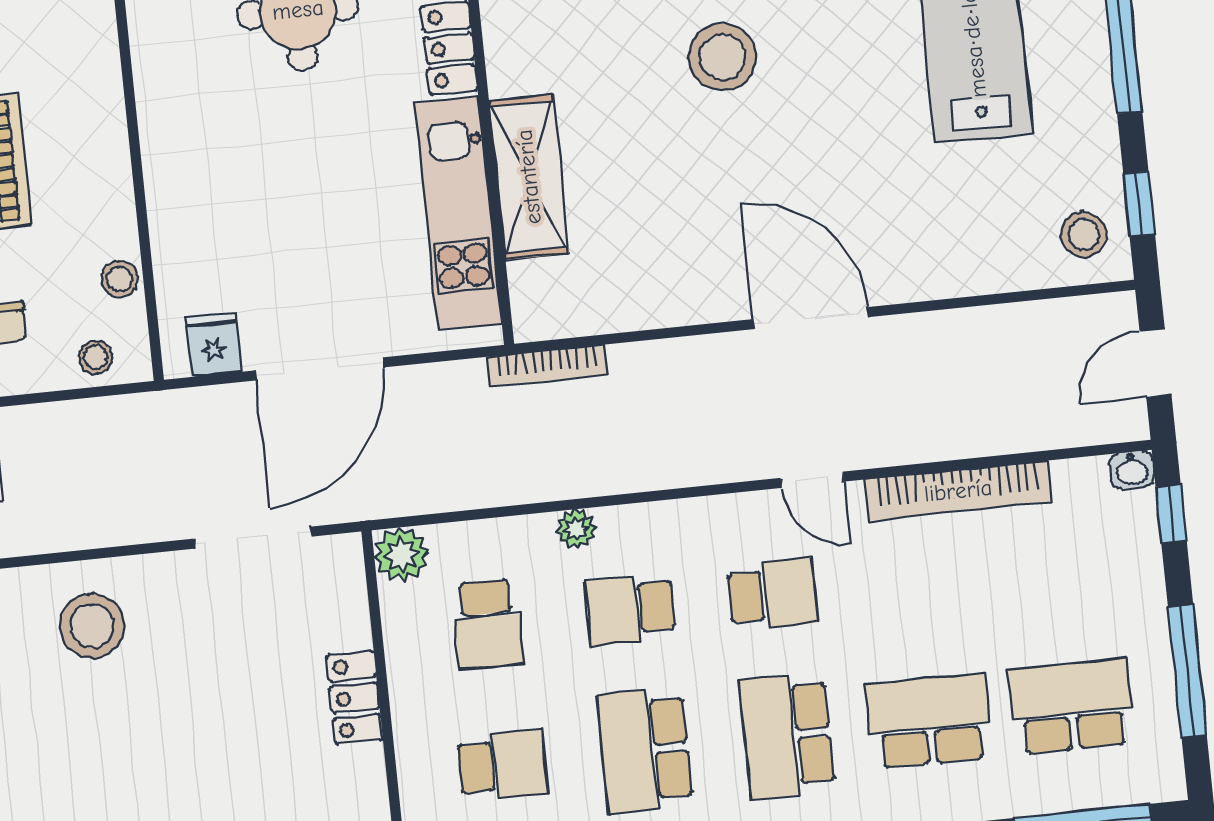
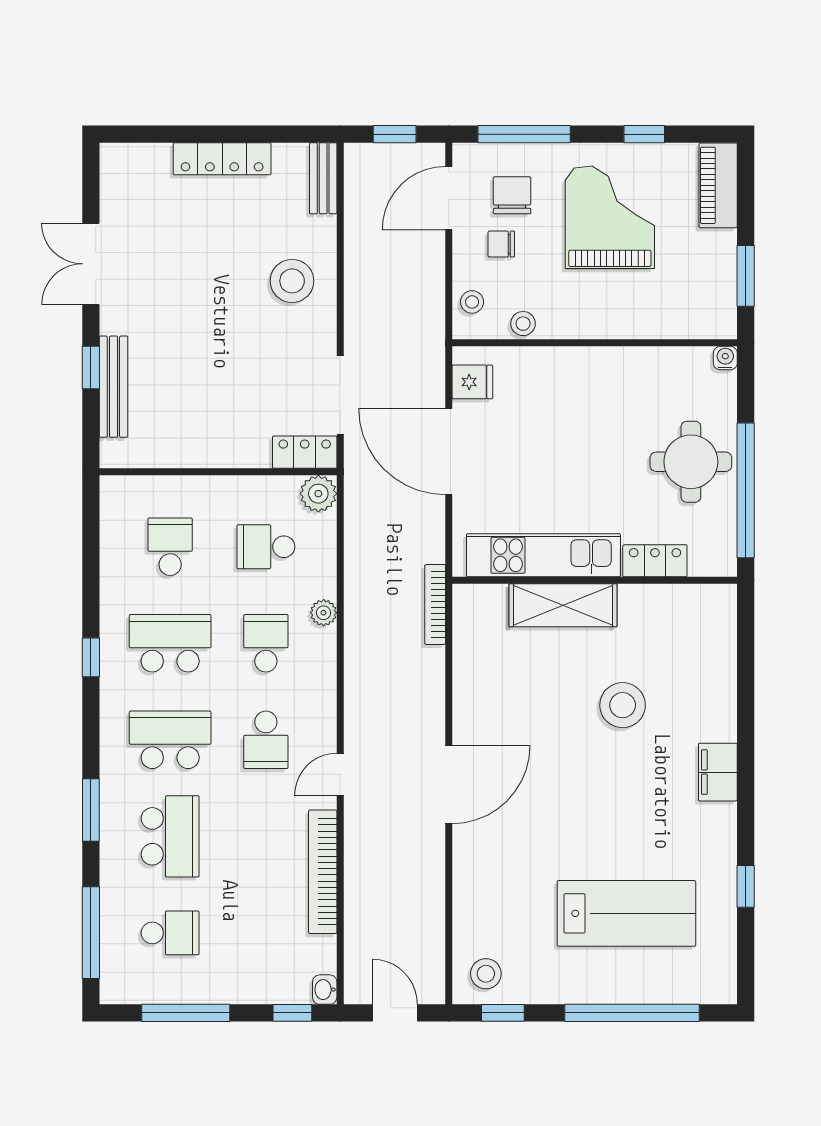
stool: (722, 57) -> (623, 705), moved
locker: (354, 698) -> (305, 452), moved
school desk: (1072, 706) -> (170, 933), width x0.54
school desk: (502, 765) -> (170, 547), turned 180

